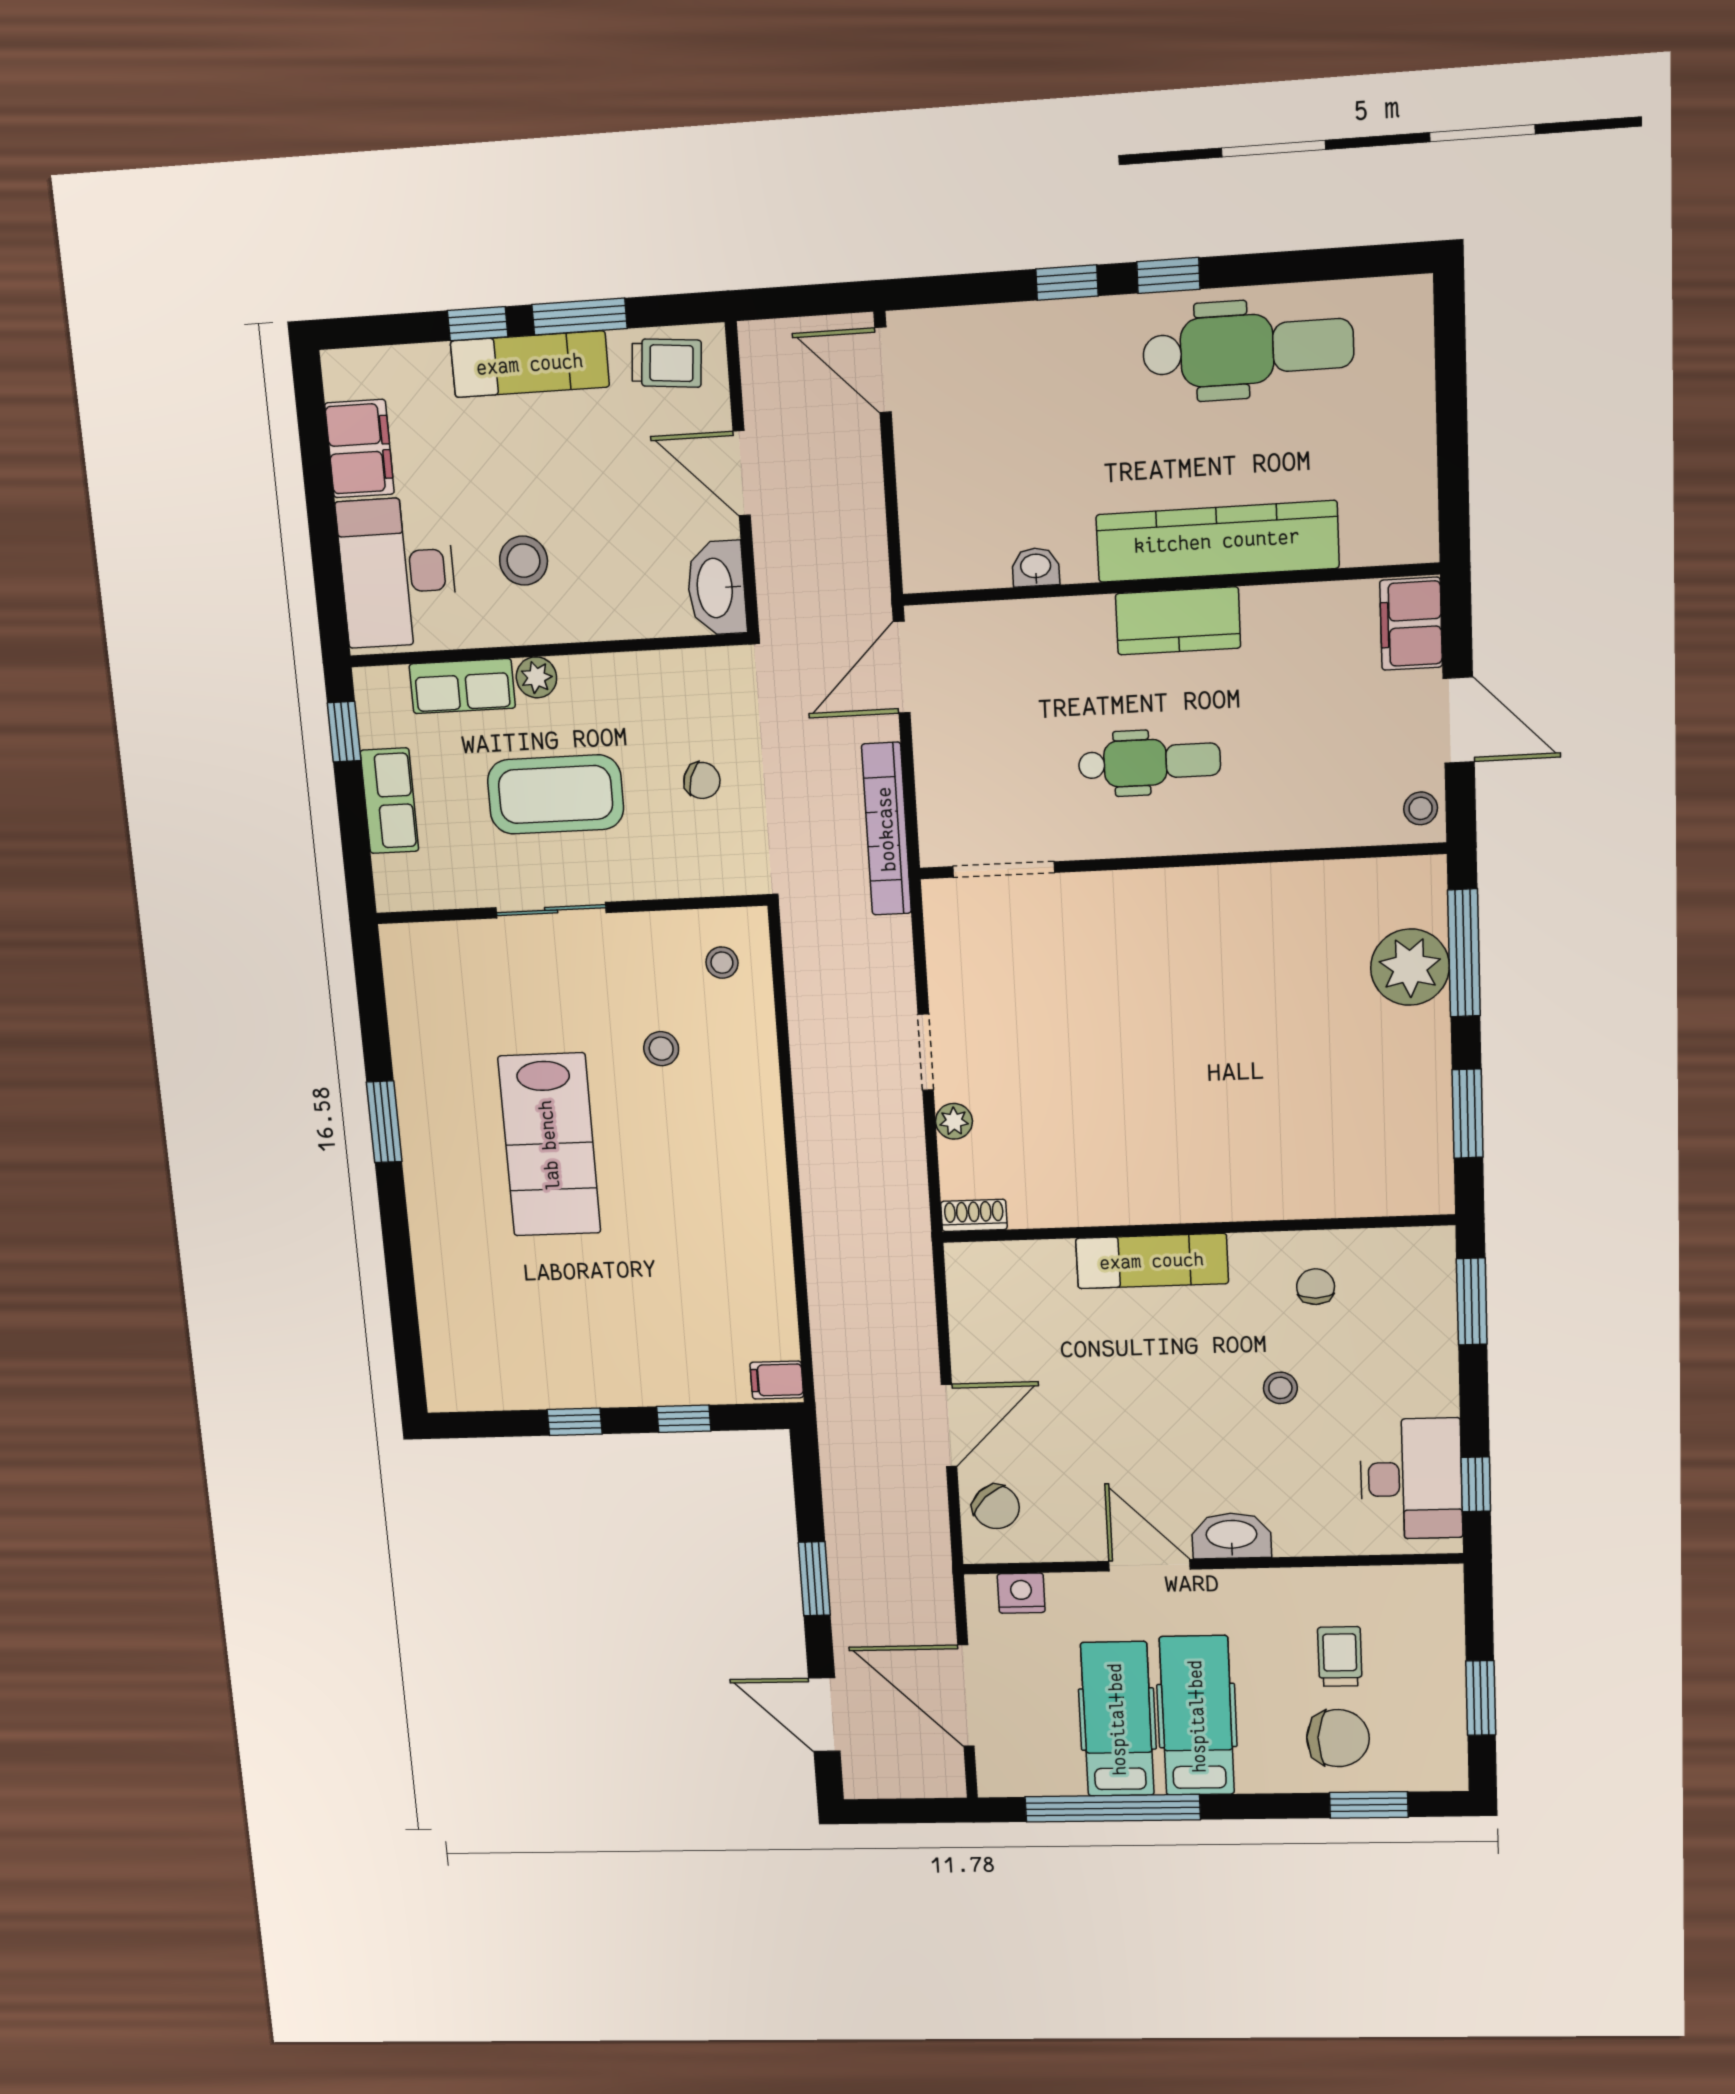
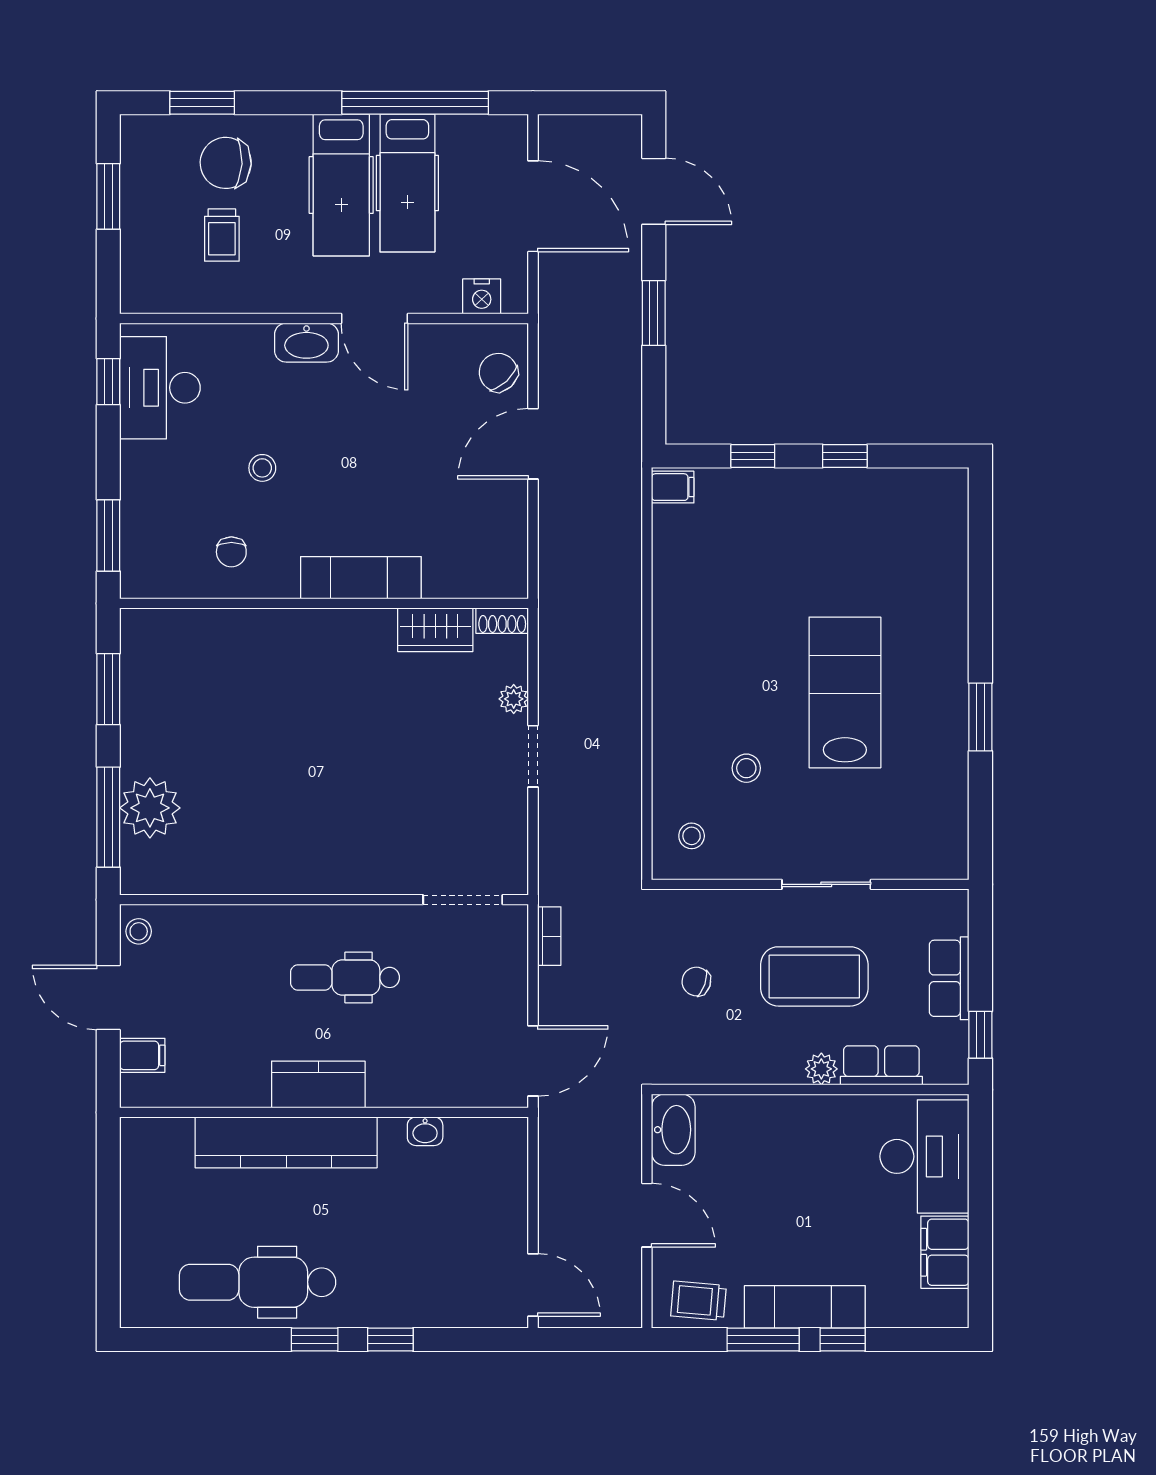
stool: (524, 561) -> (823, 1159), removed
filing cabinet: (1411, 624) -> (142, 1055), width x0.50
bookcase: (886, 829) -> (549, 936), width x0.43, depth x0.76
wardrobe: (1056, 1202) -> (435, 630), added

